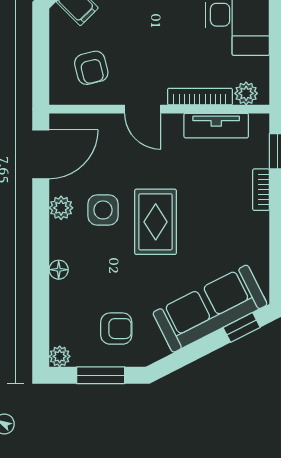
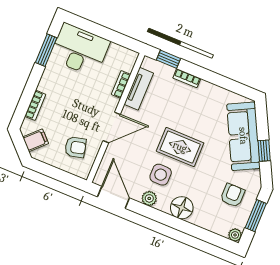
plant: (246, 93) -> (127, 64), removed
bookcase: (200, 97) -> (121, 84), width x0.64
door: (143, 109) -> (112, 127), width x1.38
floor lamp: (59, 270) -> (182, 208), width x1.89, depth x1.89
window: (242, 327) -> (264, 151), moved

